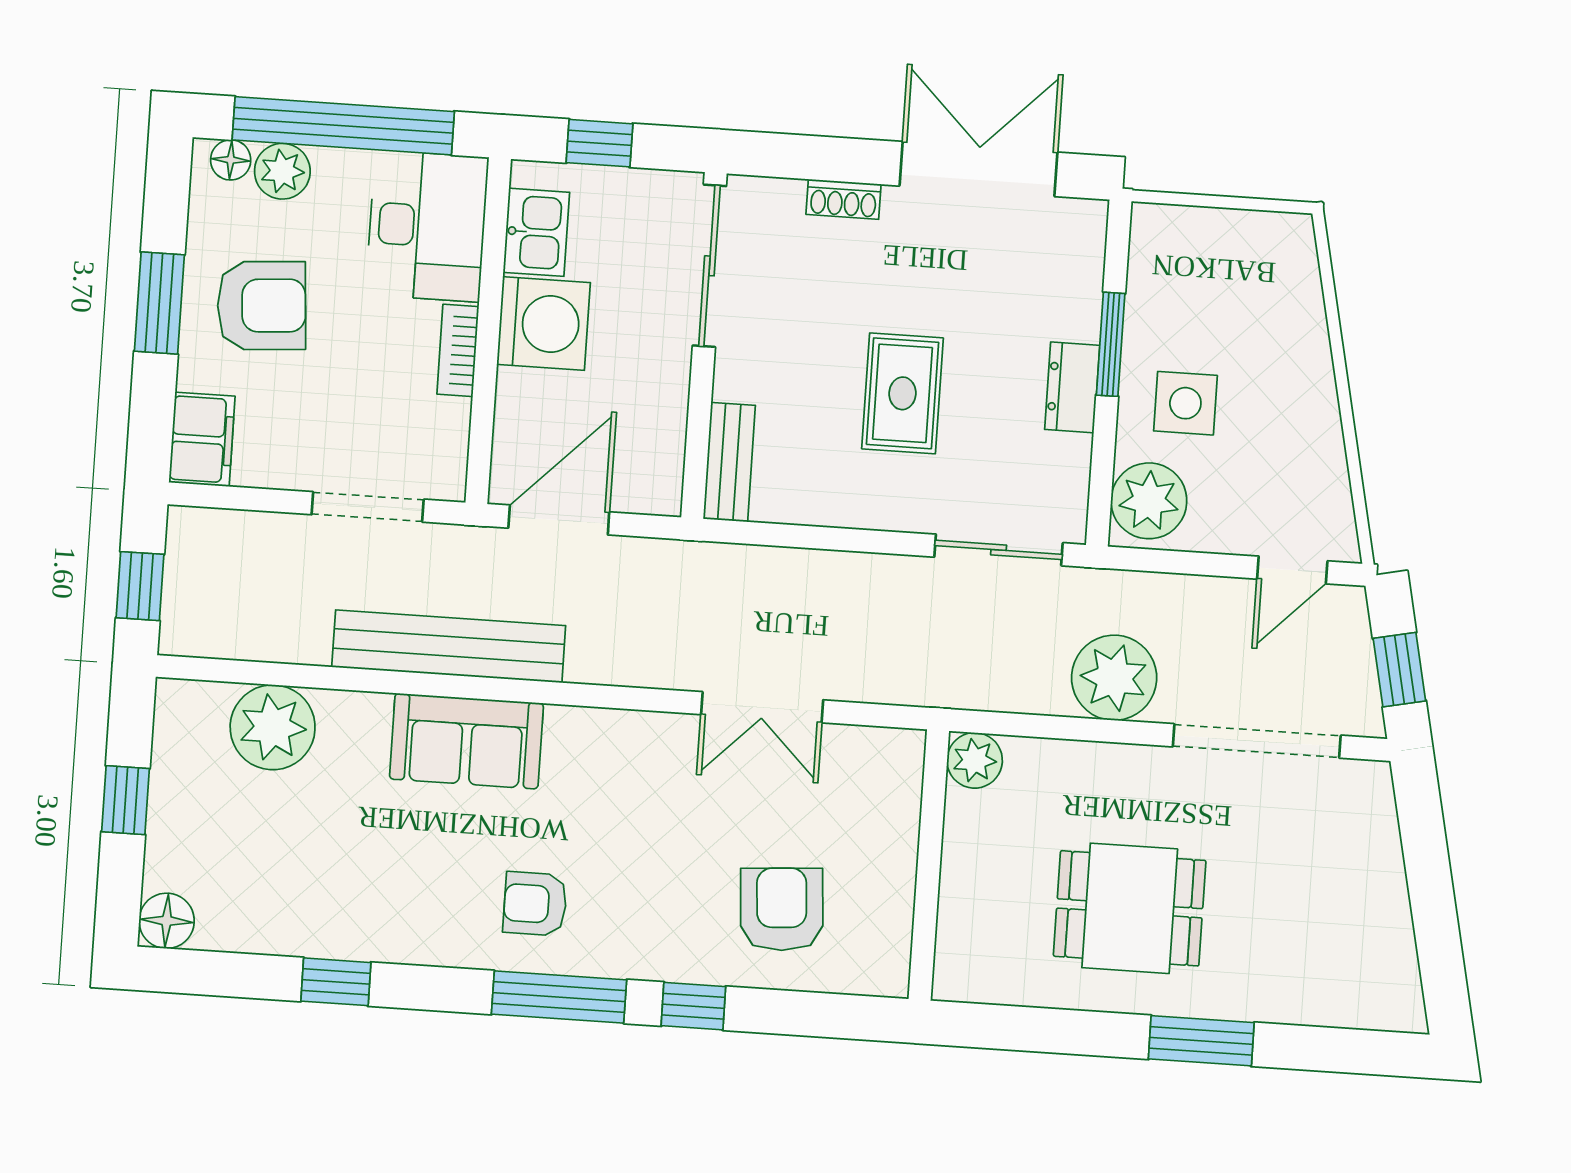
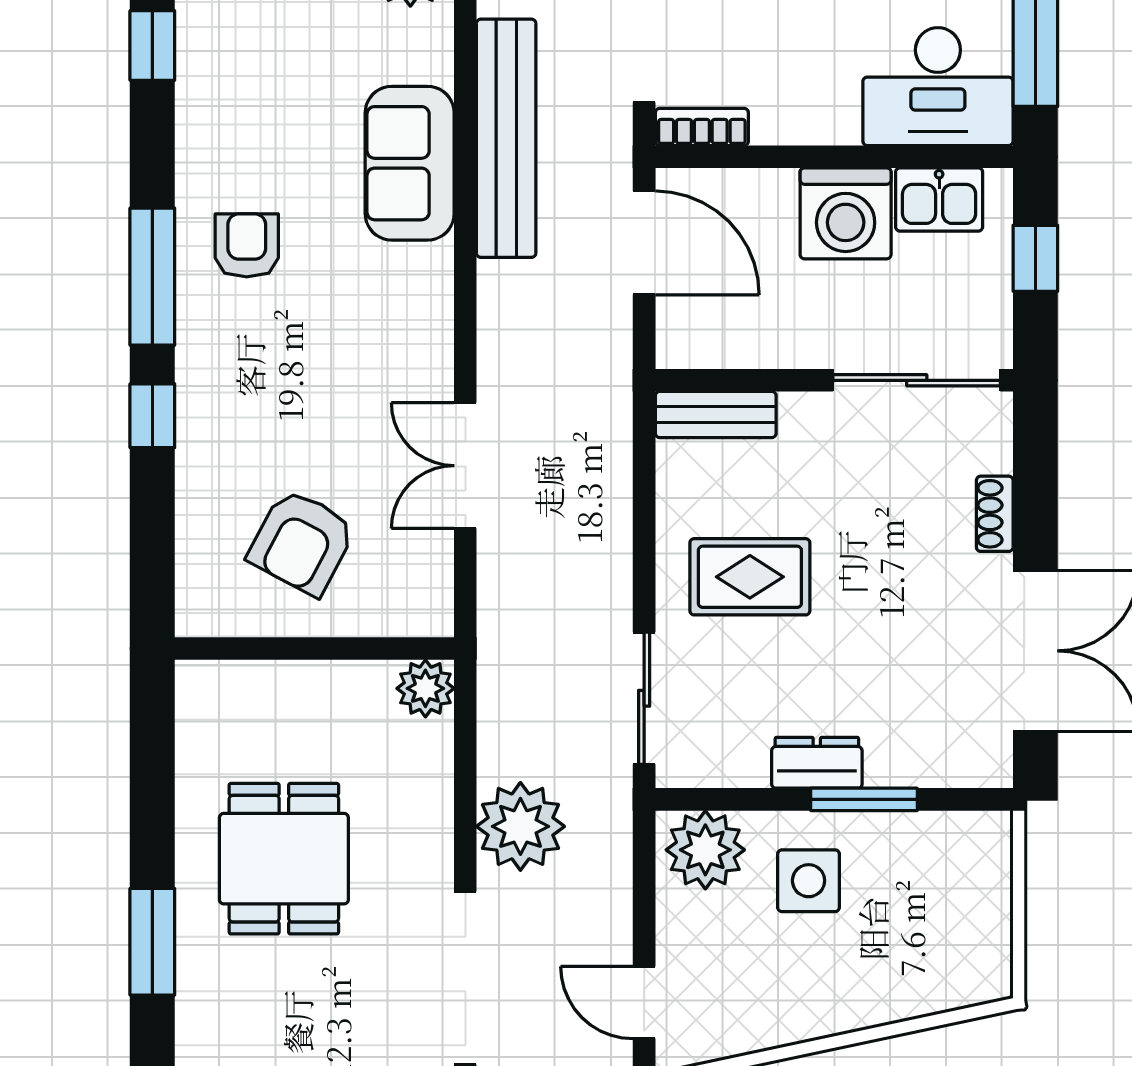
bookcase: (458, 350) -> (702, 127), moved
rug: (902, 393) -> (750, 577), moved
armchair: (782, 909) -> (302, 542), moved, turned 122

